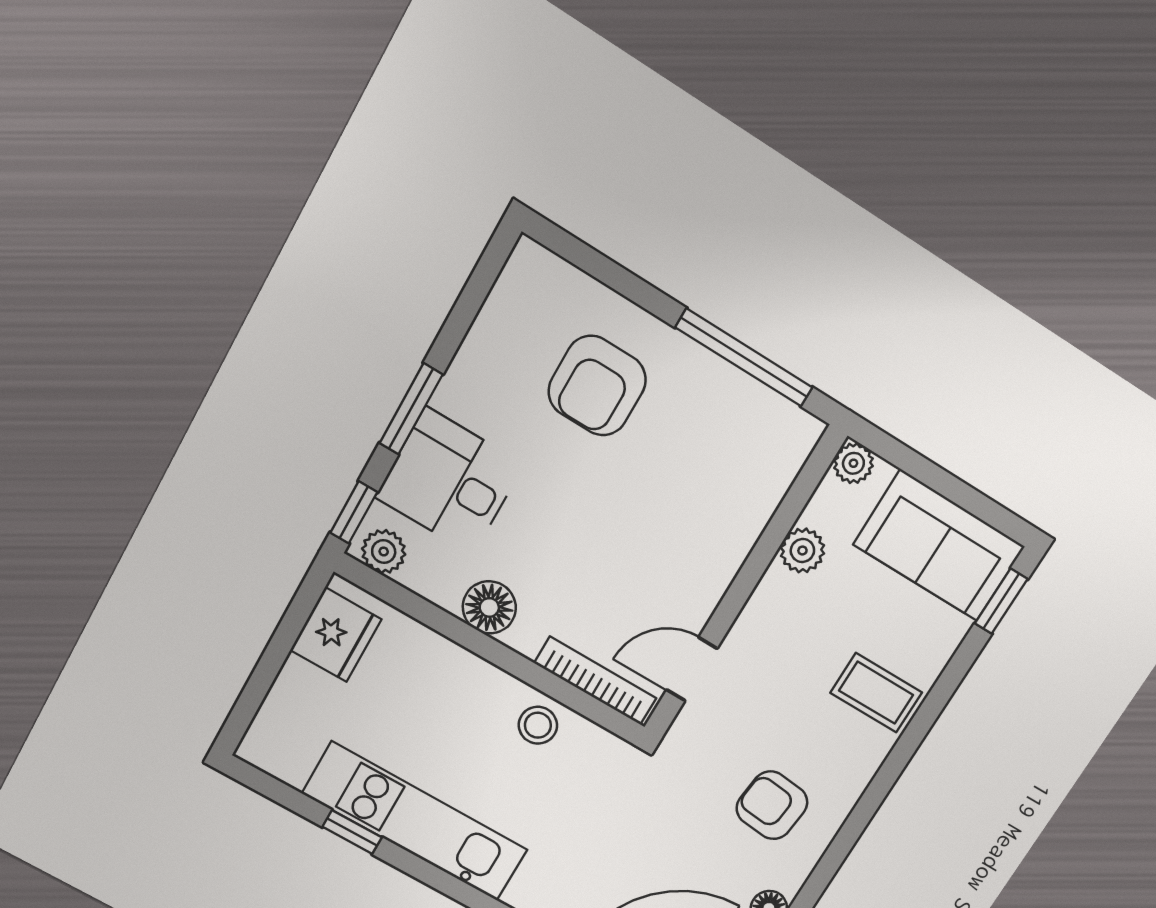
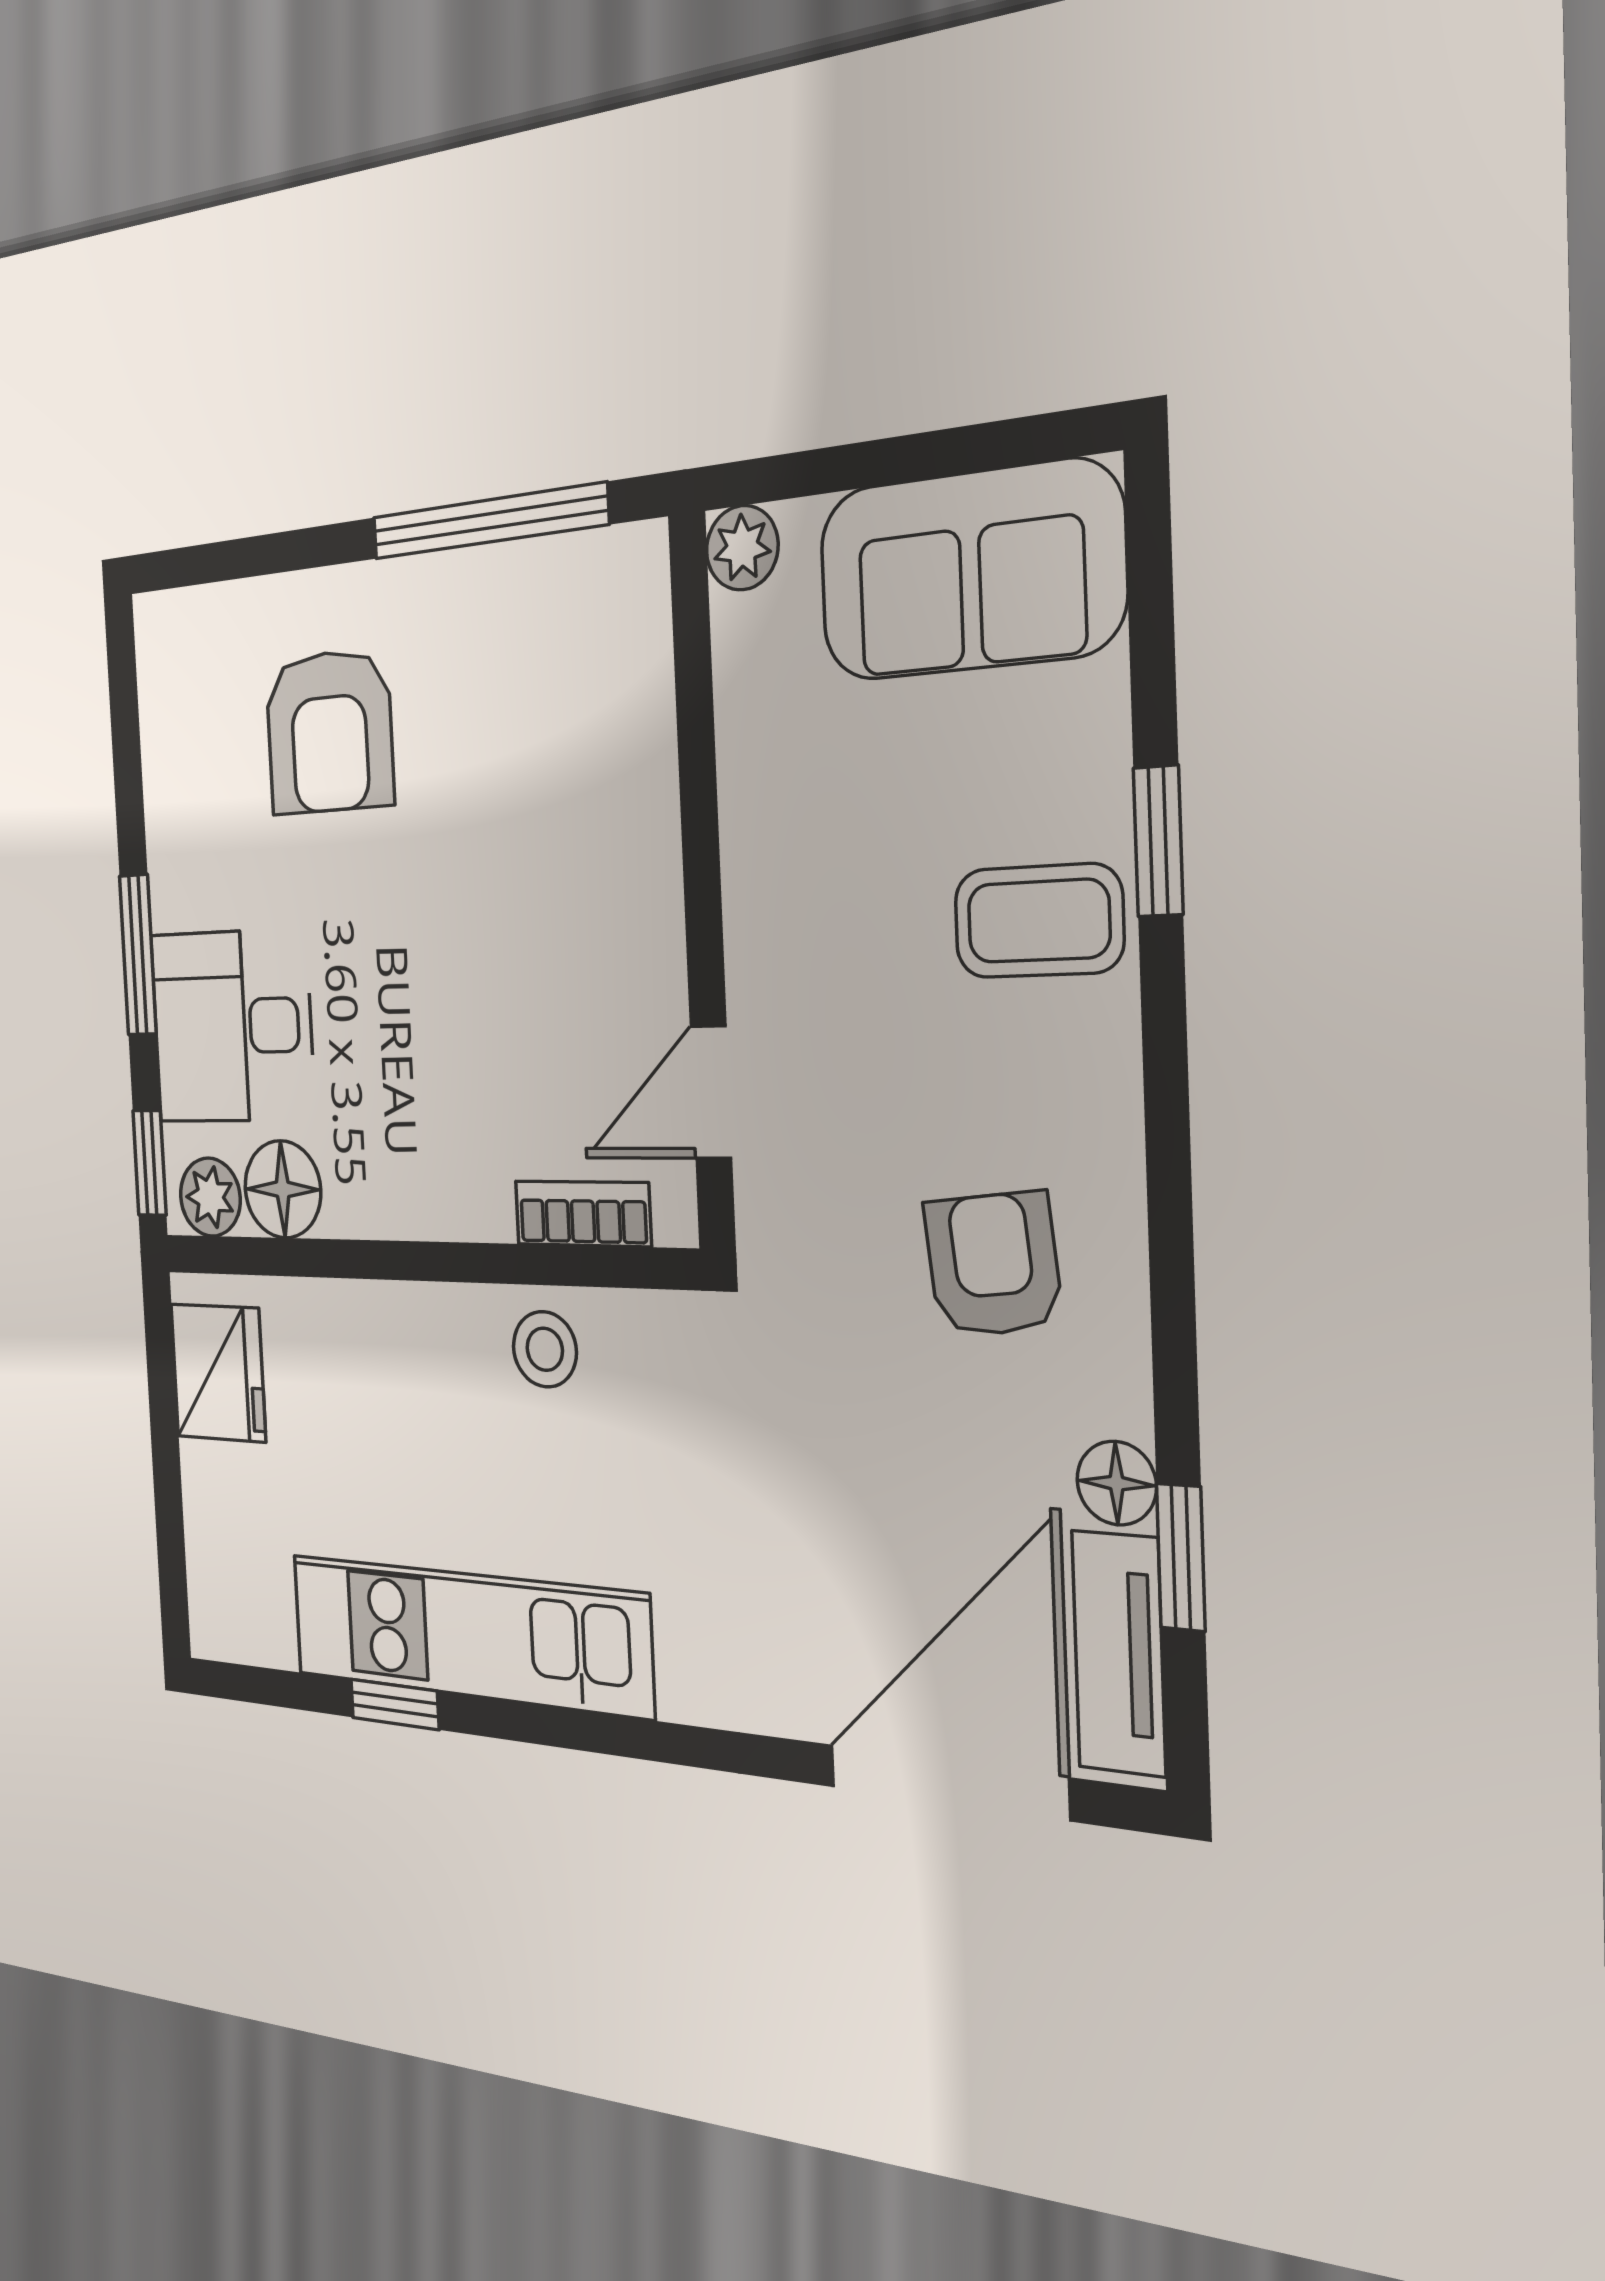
plant: (802, 551) -> (755, 757), removed
window: (1001, 601) -> (1158, 841), moved
floor lamp: (489, 607) -> (283, 1189), moved
bookcase: (595, 681) -> (583, 1214), width x0.64
armchair: (772, 805) -> (993, 1264), turned 78

